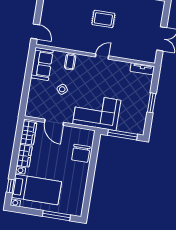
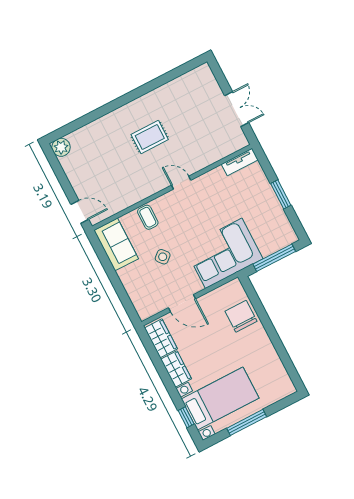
door: (102, 56) -> (181, 183), hinge flipped
chair: (81, 153) -> (241, 316), turned 180
window: (56, 216) -> (247, 422), moved

